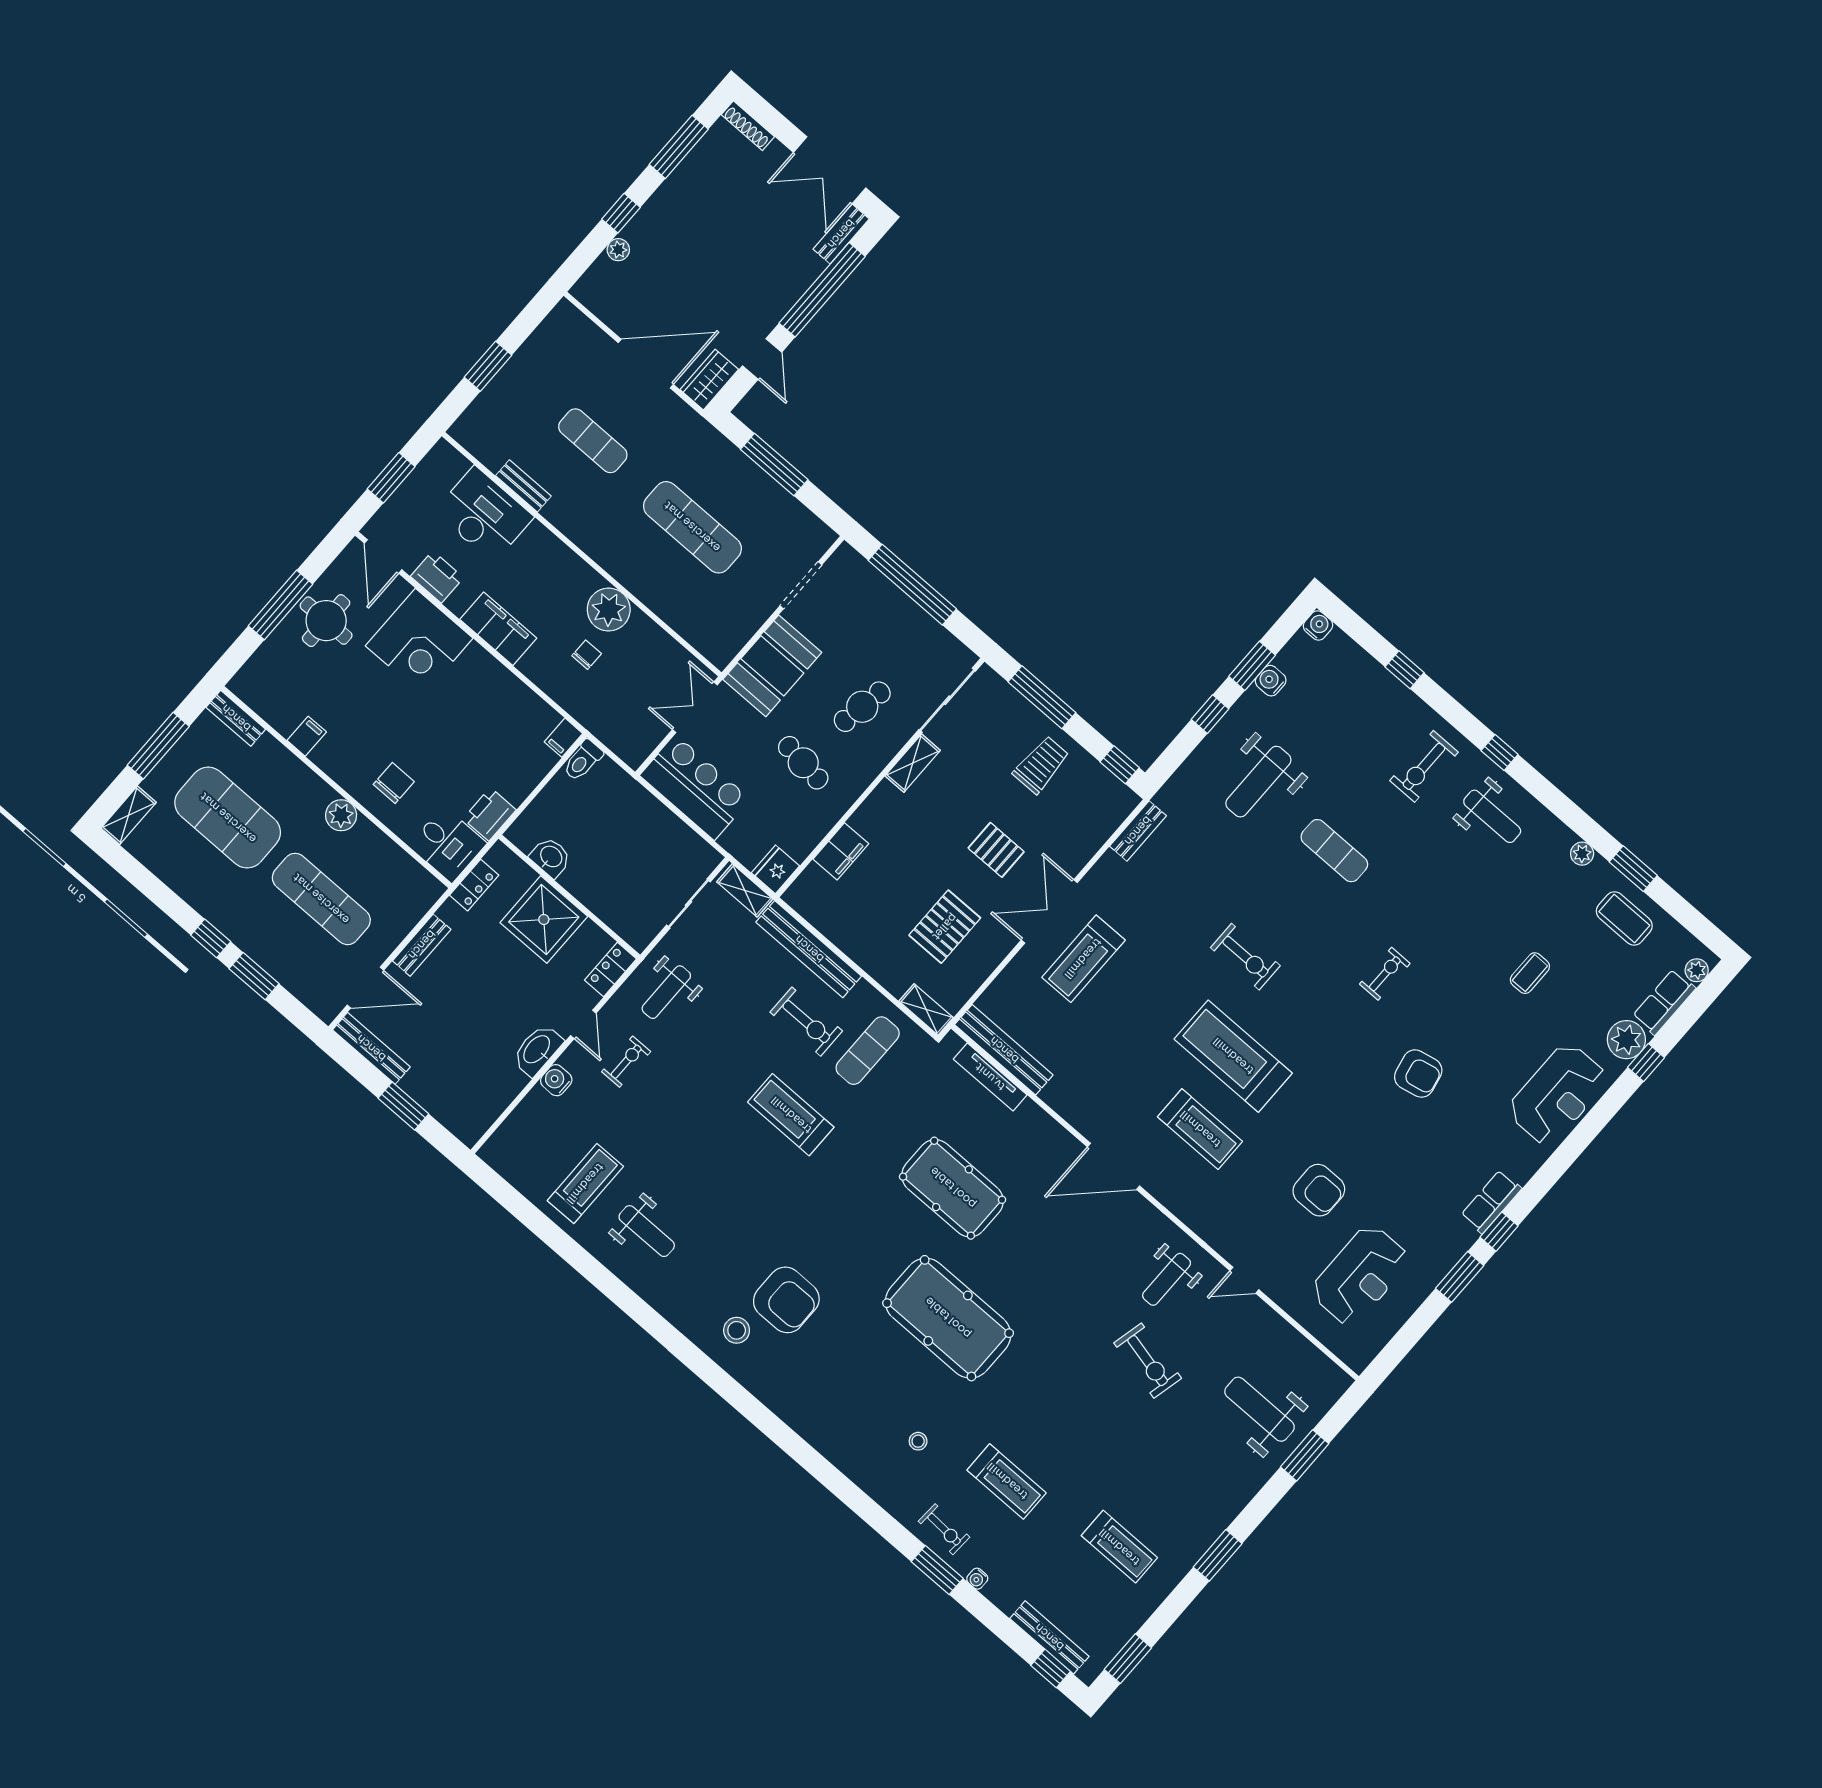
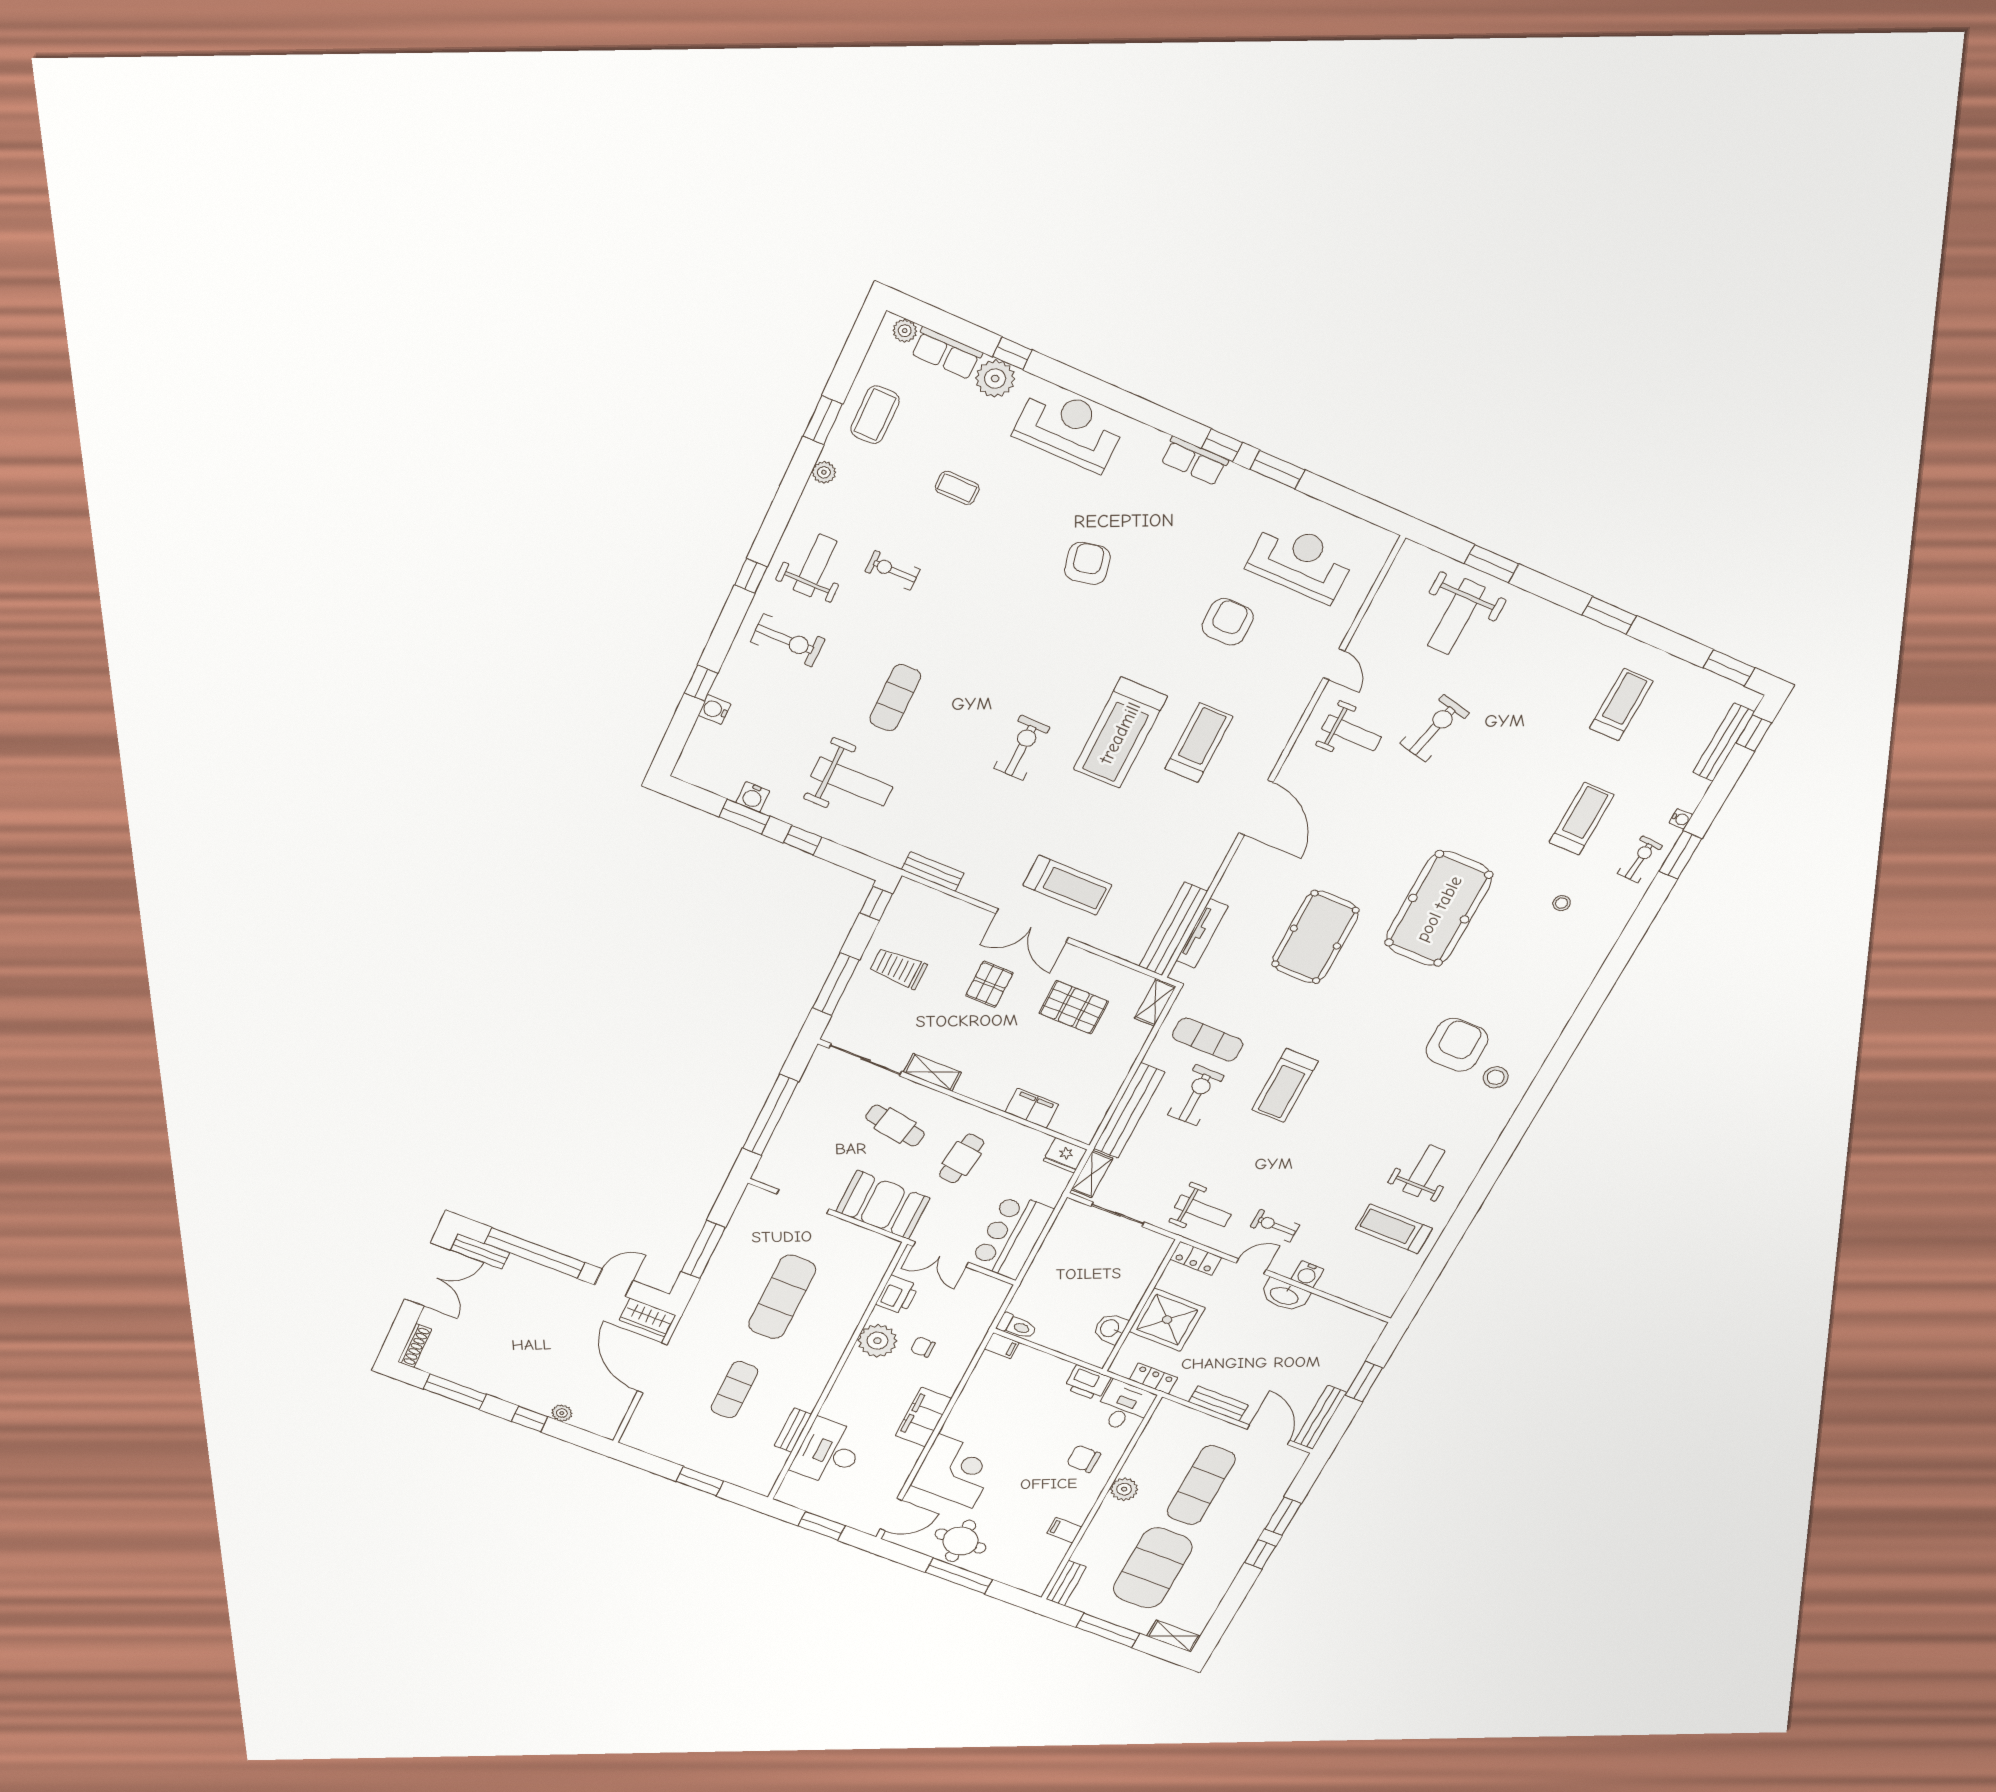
printer: (437, 577) -> (897, 1295), moved, turned 180
water cooler: (1318, 625) -> (715, 710), moved
exercise bike: (1385, 974) -> (893, 570), moved

